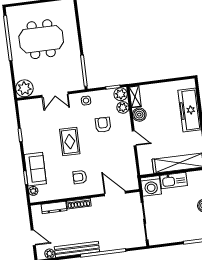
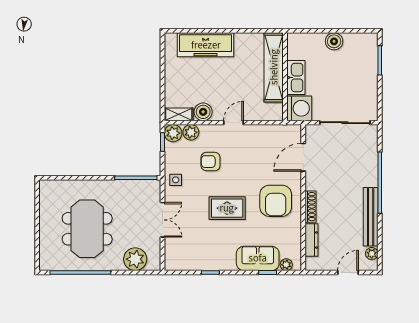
plant: (24, 88) -> (135, 259), moved
armchair: (80, 177) -> (276, 201), width x1.88, depth x1.88

